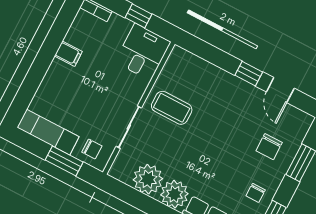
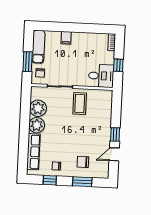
filing cabinet: (68, 54) -> (66, 38), moved

